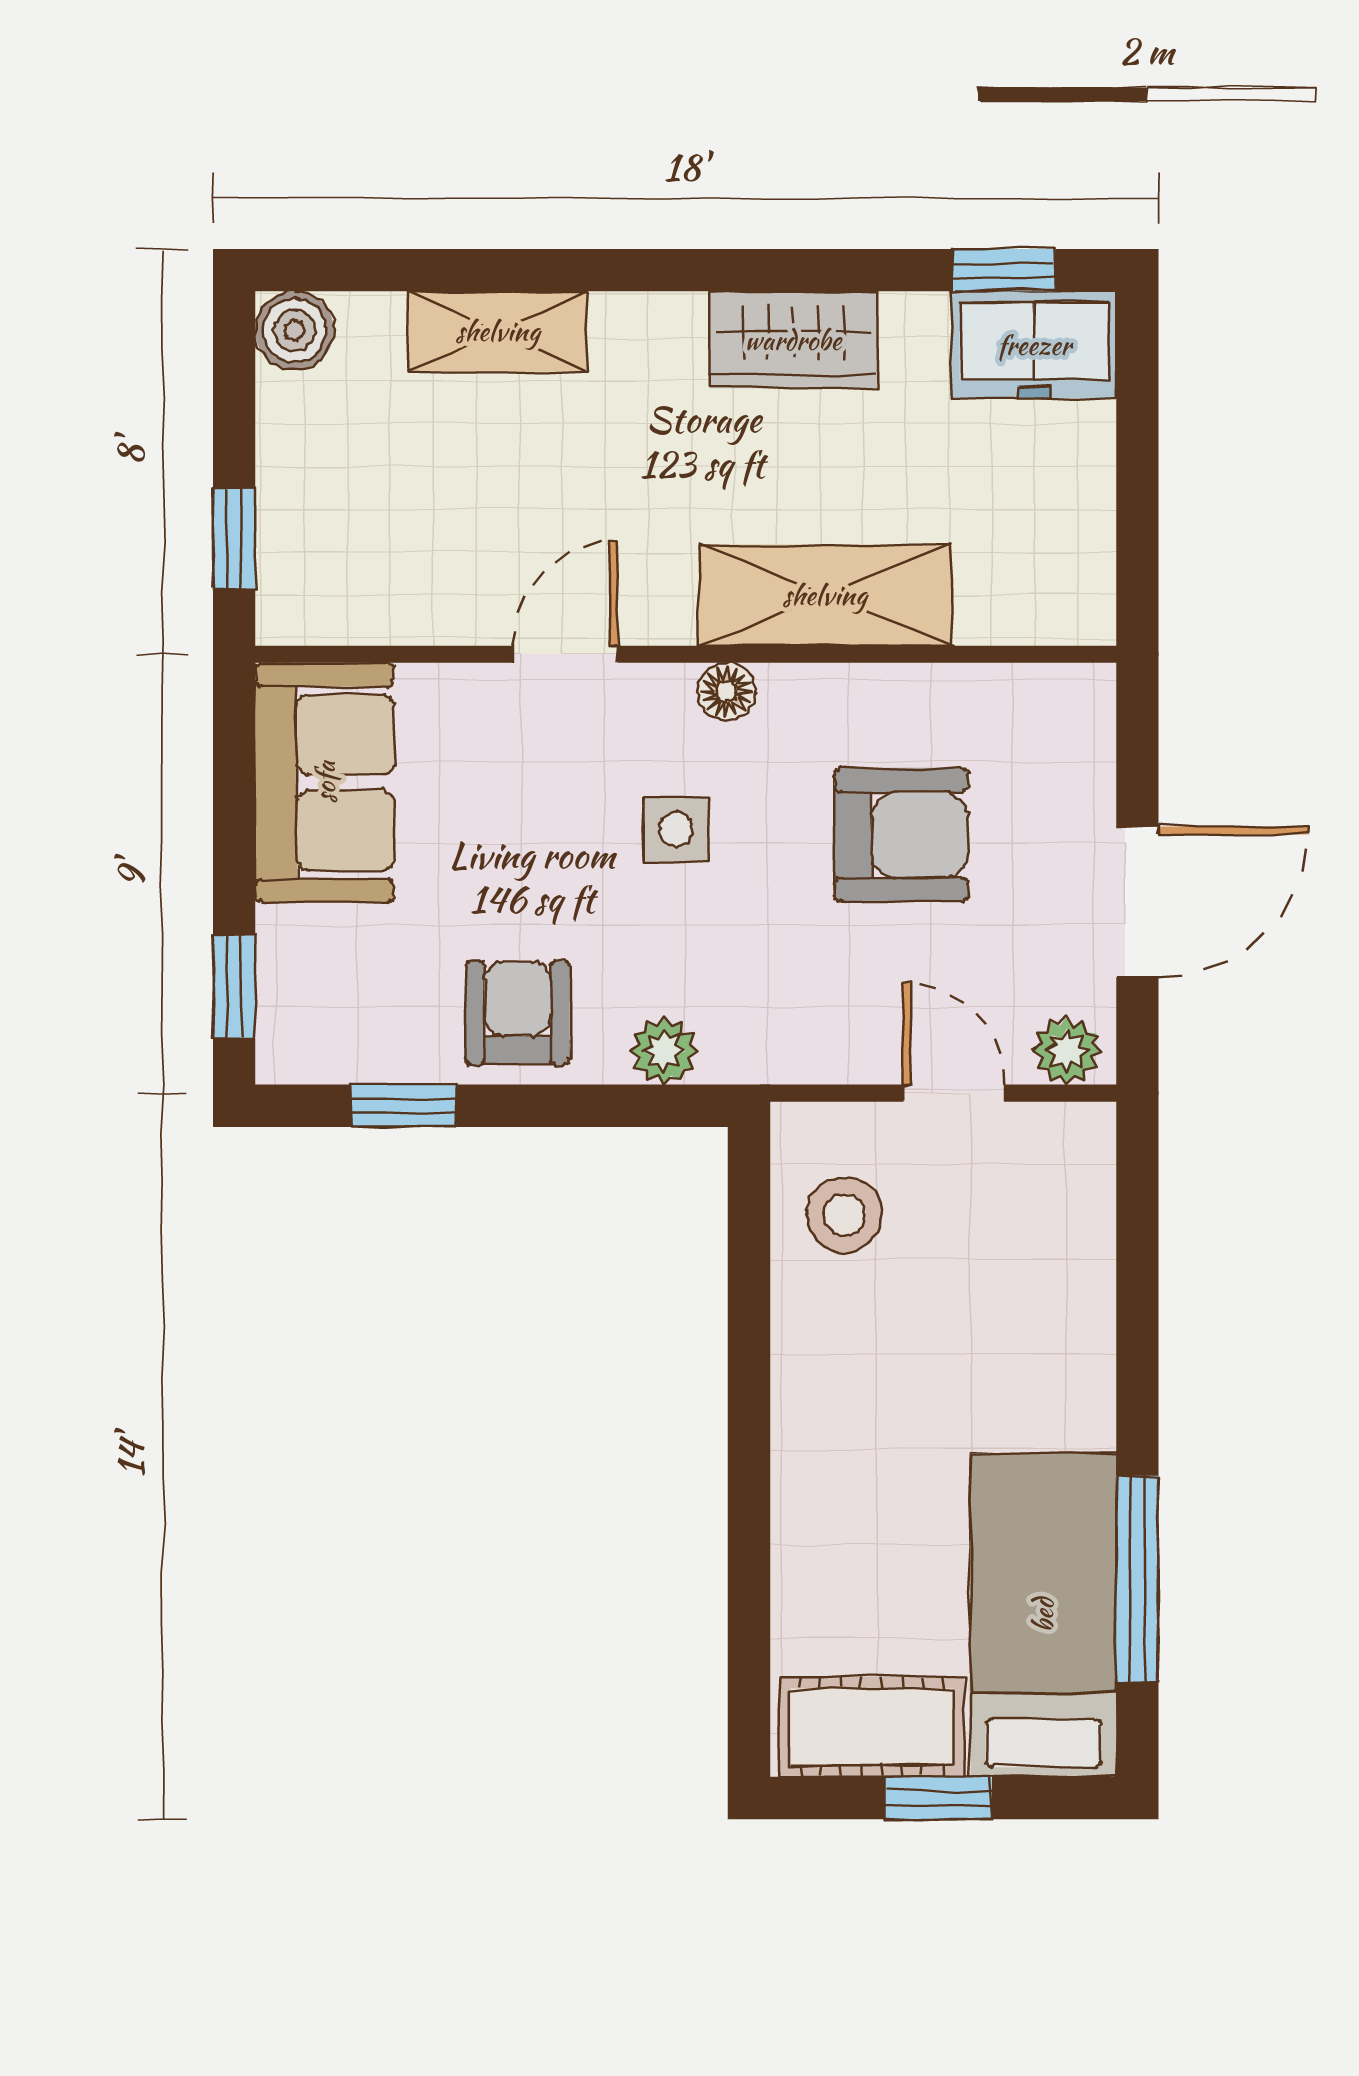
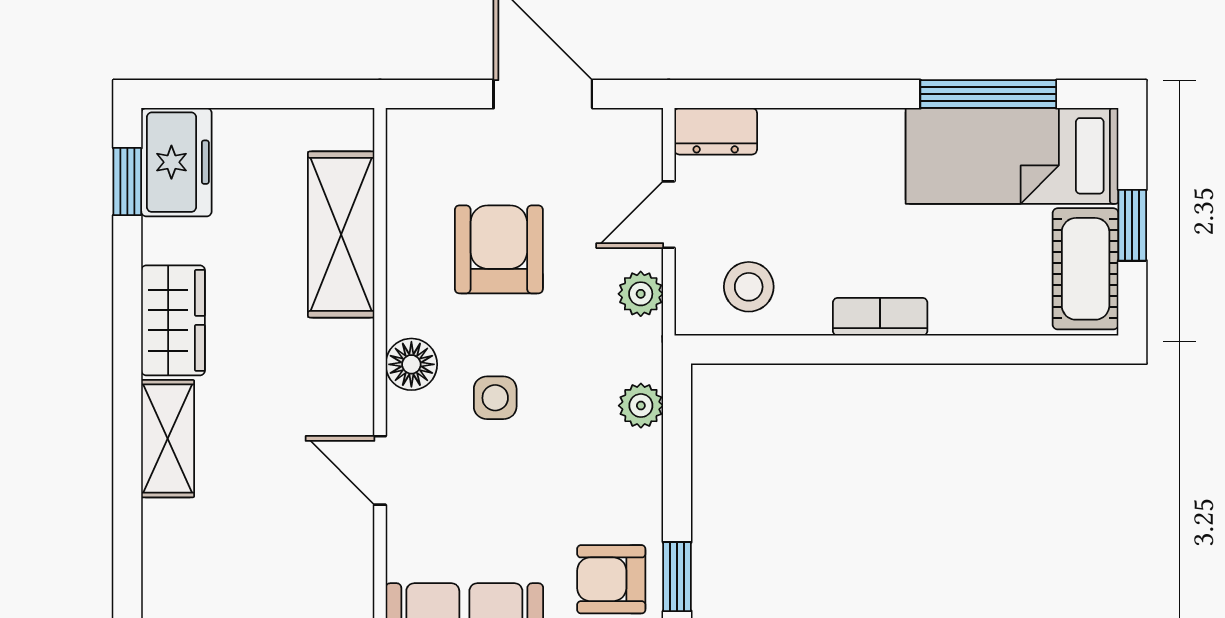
shelving: (498, 331) -> (168, 439), moved
shelving: (825, 595) -> (341, 234), moved
floor lamp: (727, 691) -> (411, 364), width x1.37, depth x1.37
armchair: (518, 1013) -> (611, 579), moved
plant: (1067, 1051) -> (641, 294), moved
dresser: (1081, 1165) -> (716, 131), added
bookcase: (799, 1415) -> (880, 317), added

